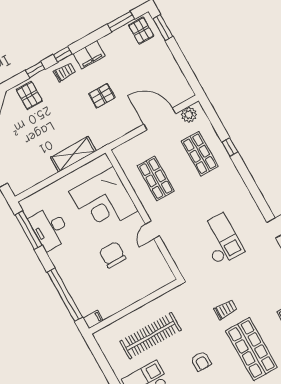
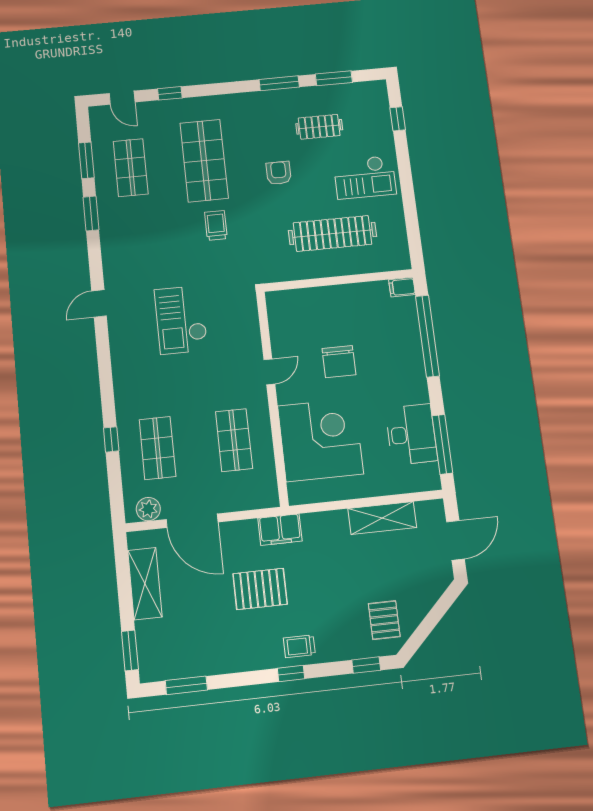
pallet: (141, 31) -> (163, 659), removed
filing cabinet: (89, 55) -> (280, 530), moved, turned 180
window: (35, 70) -> (366, 665), moved
shelving: (171, 70) -> (145, 584), added
pallet: (29, 95) -> (384, 620), moved
pallet: (102, 96) -> (260, 589), width x1.50, depth x1.42
shelving: (73, 154) -> (382, 518), moved
trolley: (225, 309) -> (216, 225), turned 90

